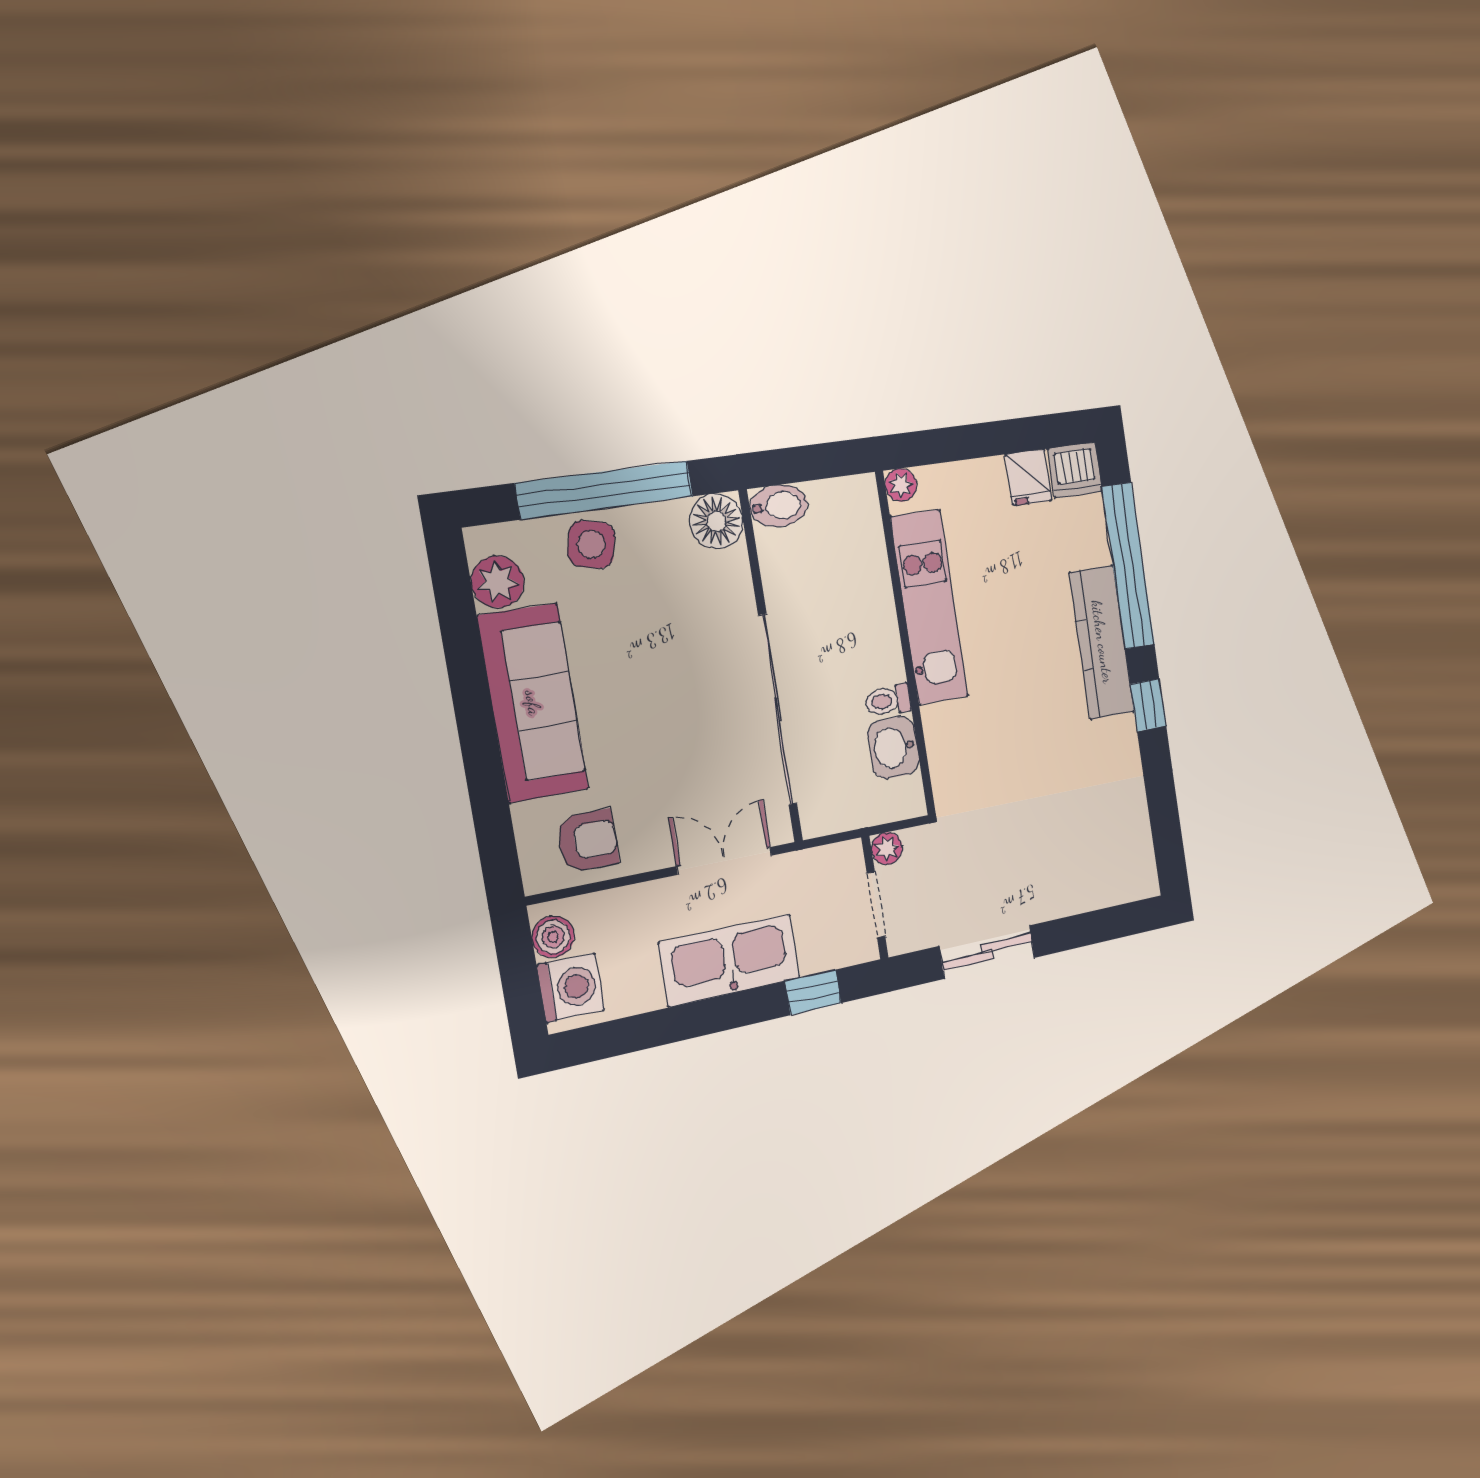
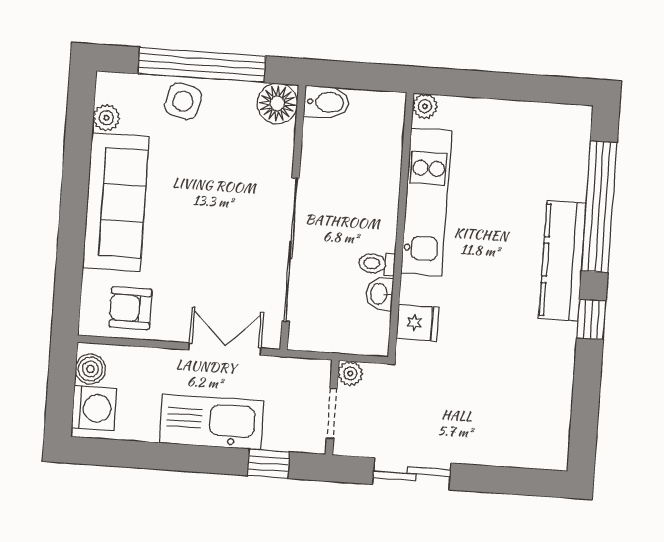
dishwasher: (1075, 470) -> (571, 123), removed
fridge: (1028, 477) -> (418, 323), moved, turned -90
plant: (498, 582) -> (106, 118), width x0.73, depth x0.73
washbasin: (893, 747) -> (379, 294), width x0.72, depth x0.69
armchair: (588, 841) -> (130, 308), turned 180

